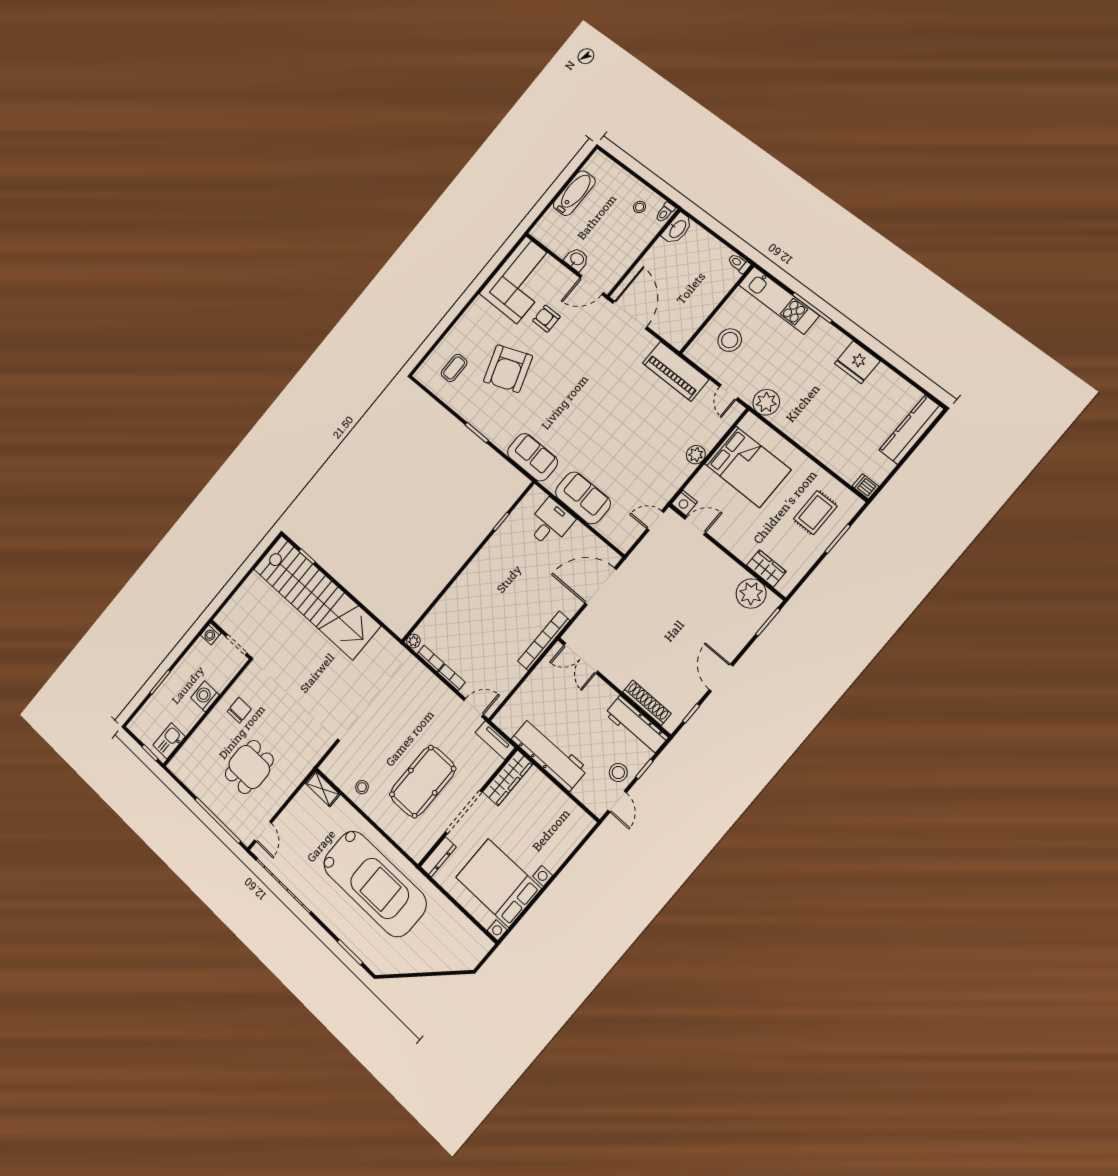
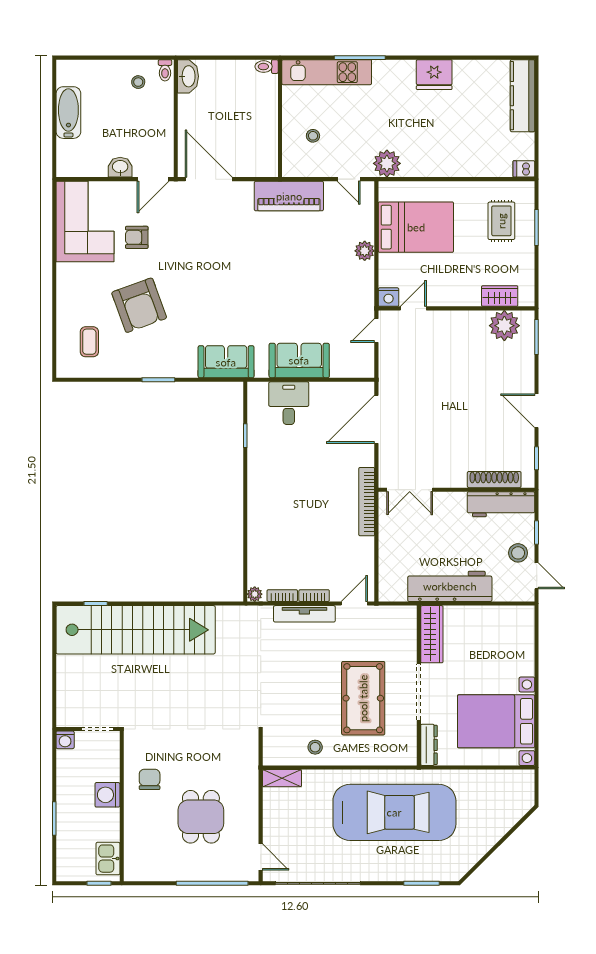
stool: (730, 340) -> (313, 136), width x0.53, depth x0.53
tv unit: (495, 740) -> (304, 614), moved, width x1.41

